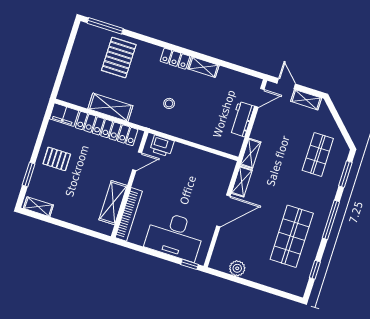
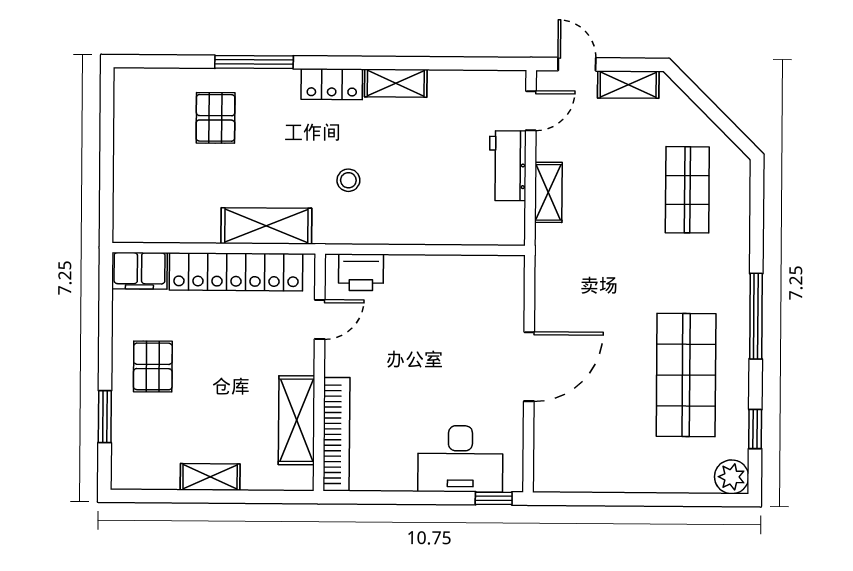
window: (105, 26) -> (254, 62), moved
pallet: (119, 58) -> (216, 118), width x0.67, depth x0.71
shelving: (110, 107) -> (266, 226), moved
shelving: (251, 153) -> (548, 192), moved
pallet: (57, 159) -> (153, 366), turned 90
window: (345, 174) -> (757, 213), removed
shelving: (242, 182) -> (548, 294), removed
shelving: (38, 207) -> (210, 477), moved
desk: (175, 236) -> (460, 459), width x0.73, depth x0.77
plant: (237, 268) -> (732, 477), moved

